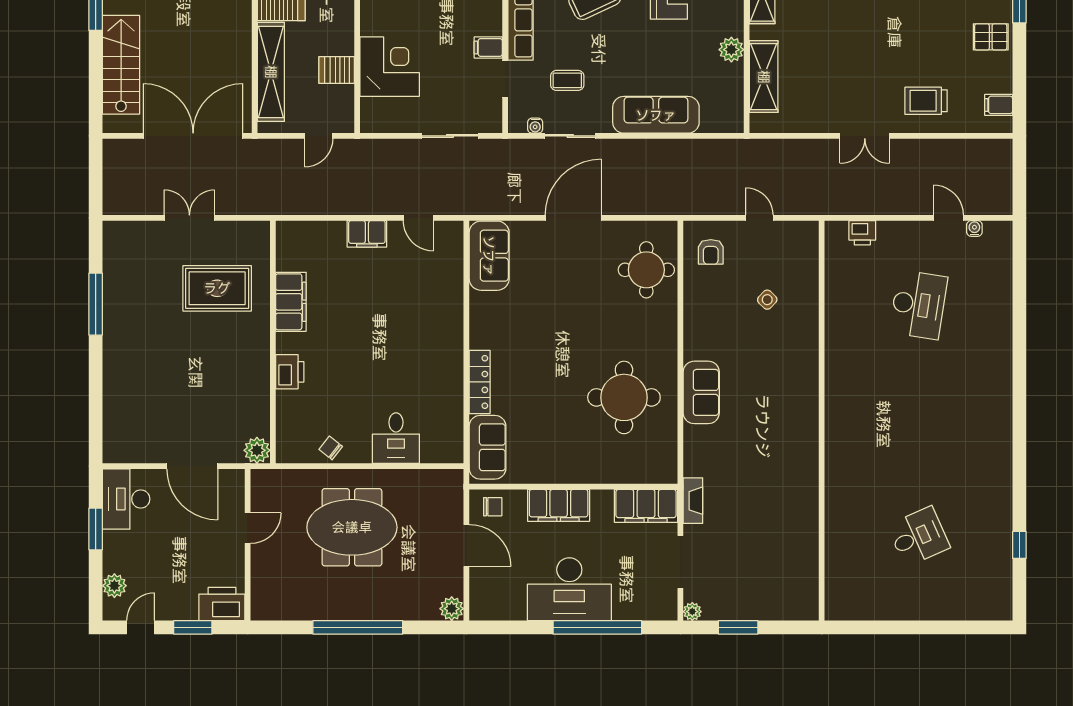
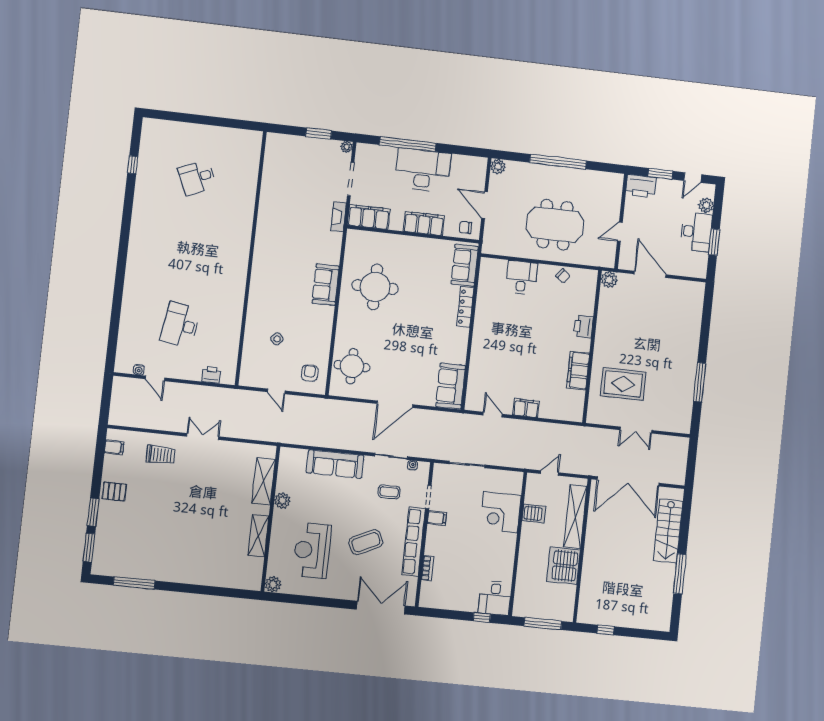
desk: (126, 499) -> (696, 232), moved

